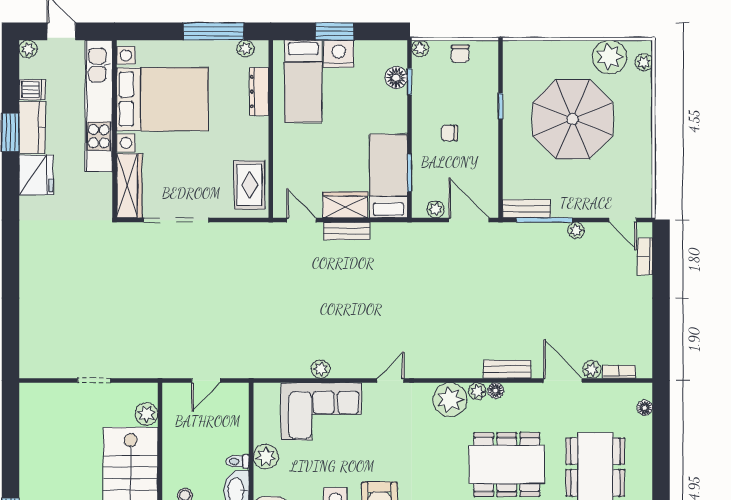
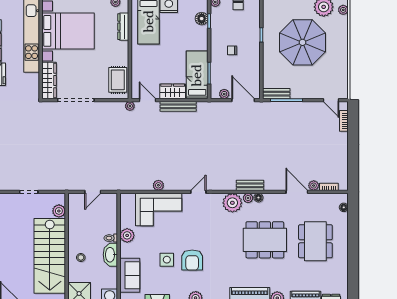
plant: (576, 230) -> (130, 106), moved
bench: (347, 231) -> (178, 106), width x1.36
bench: (507, 369) -> (250, 185), moved

